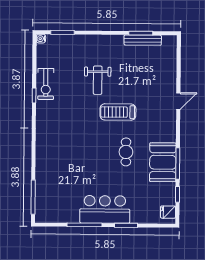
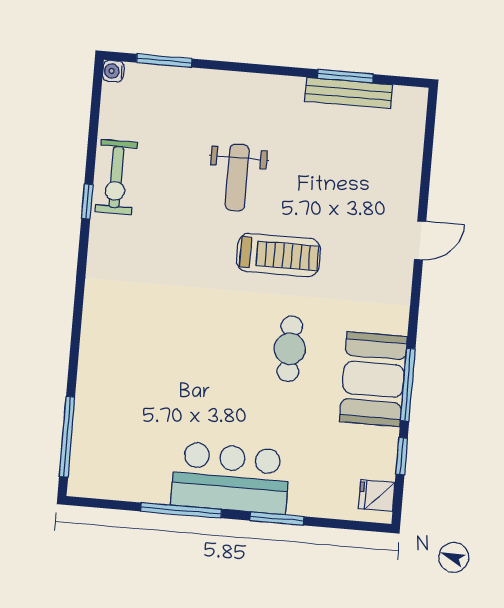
treadmill: (118, 112) -> (278, 255), turned 180

